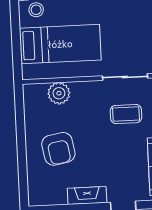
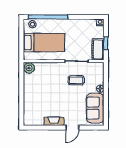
plant: (59, 93) -> (29, 68), moved
armchair: (58, 149) -> (40, 97), removed

